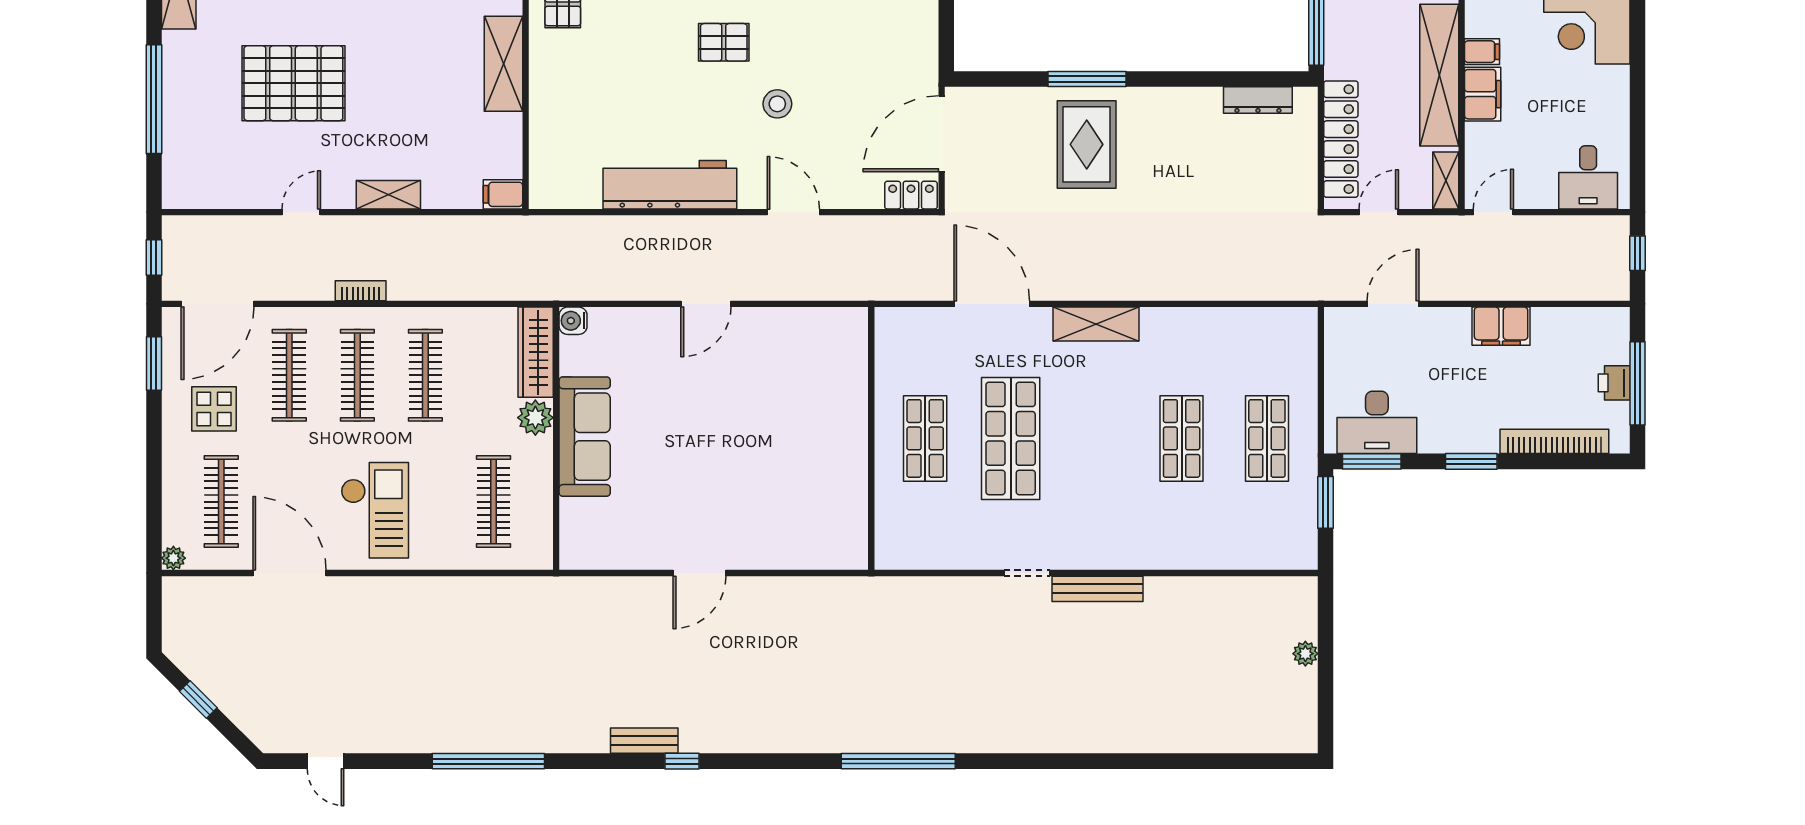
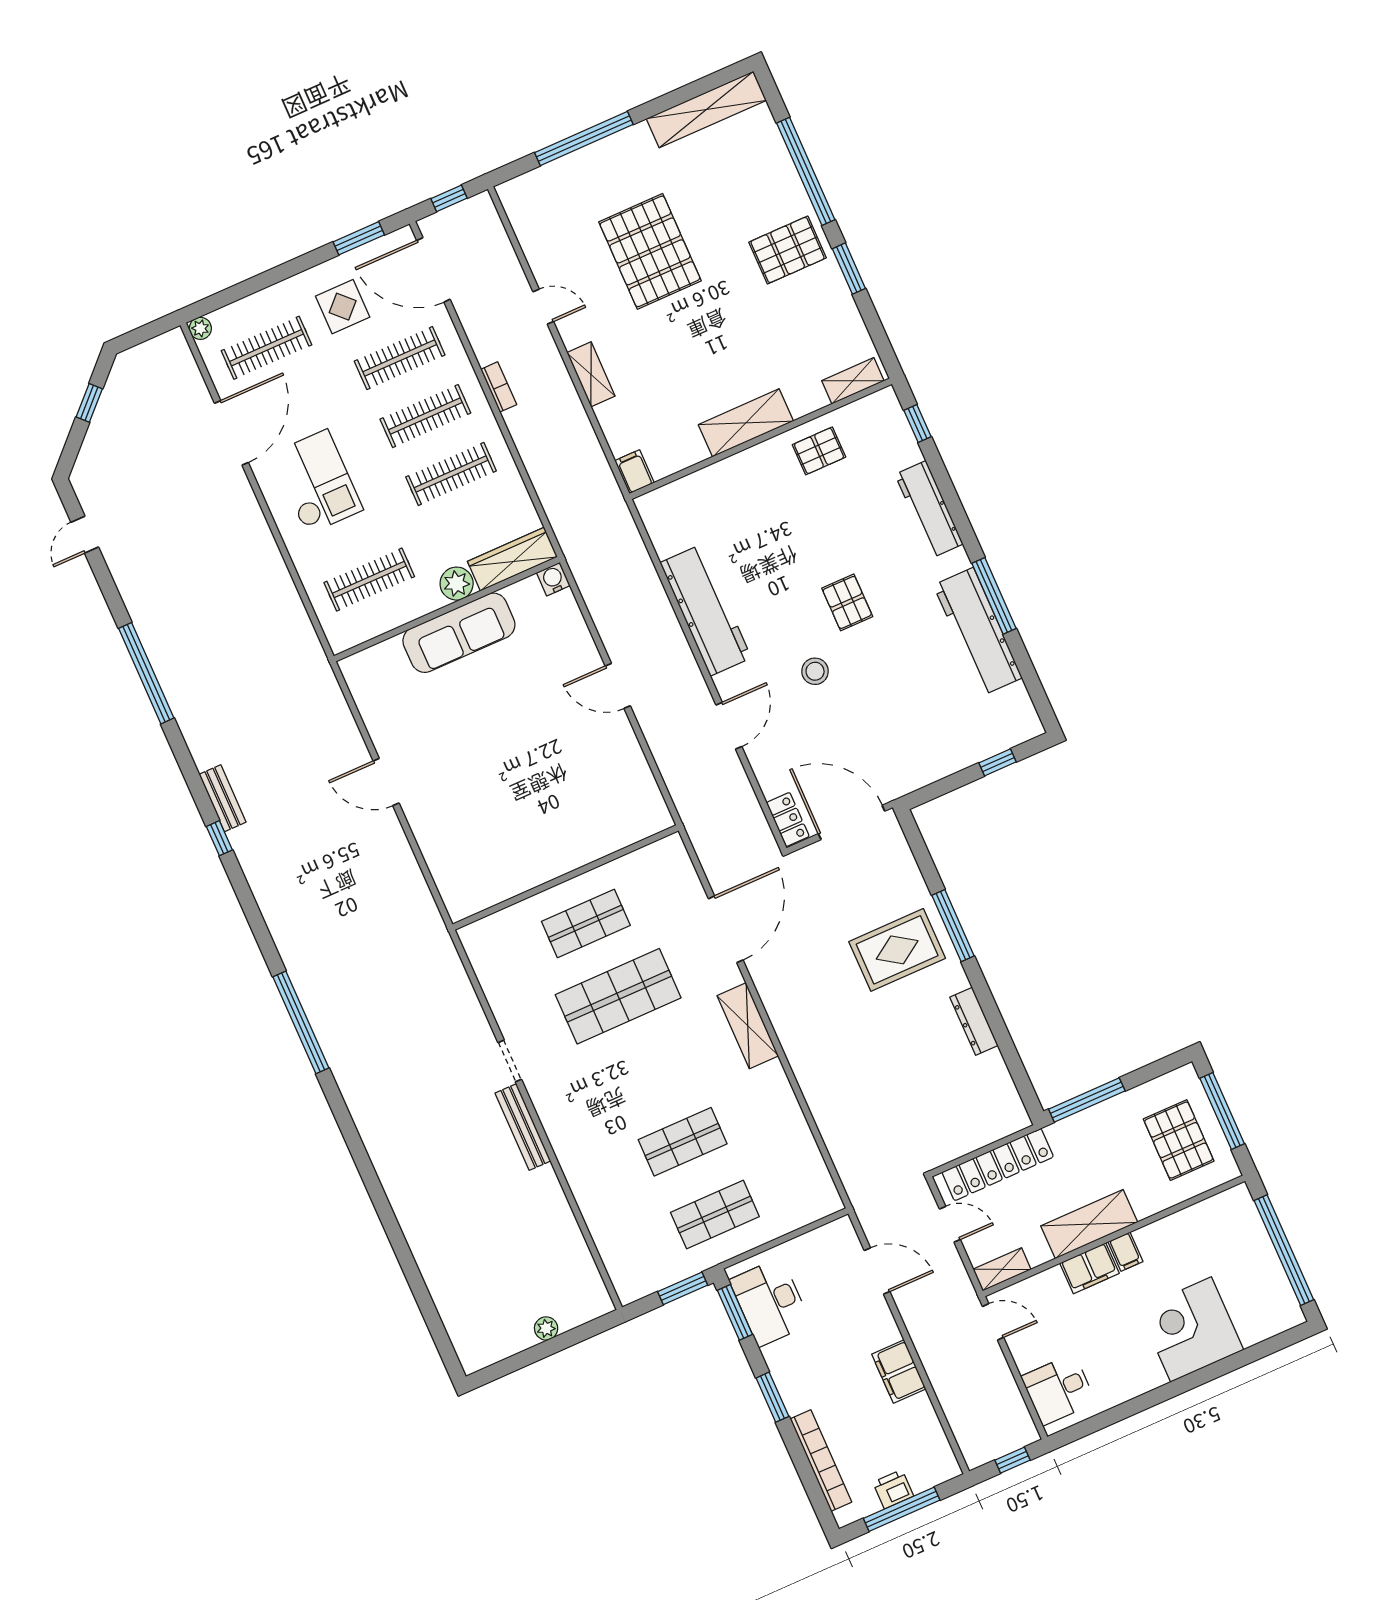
shelving: (1439, 75) -> (1089, 1224), width x0.68
dresser: (1258, 100) -> (974, 1021), moved
checkout: (375, 510) -> (317, 482), turned -90

